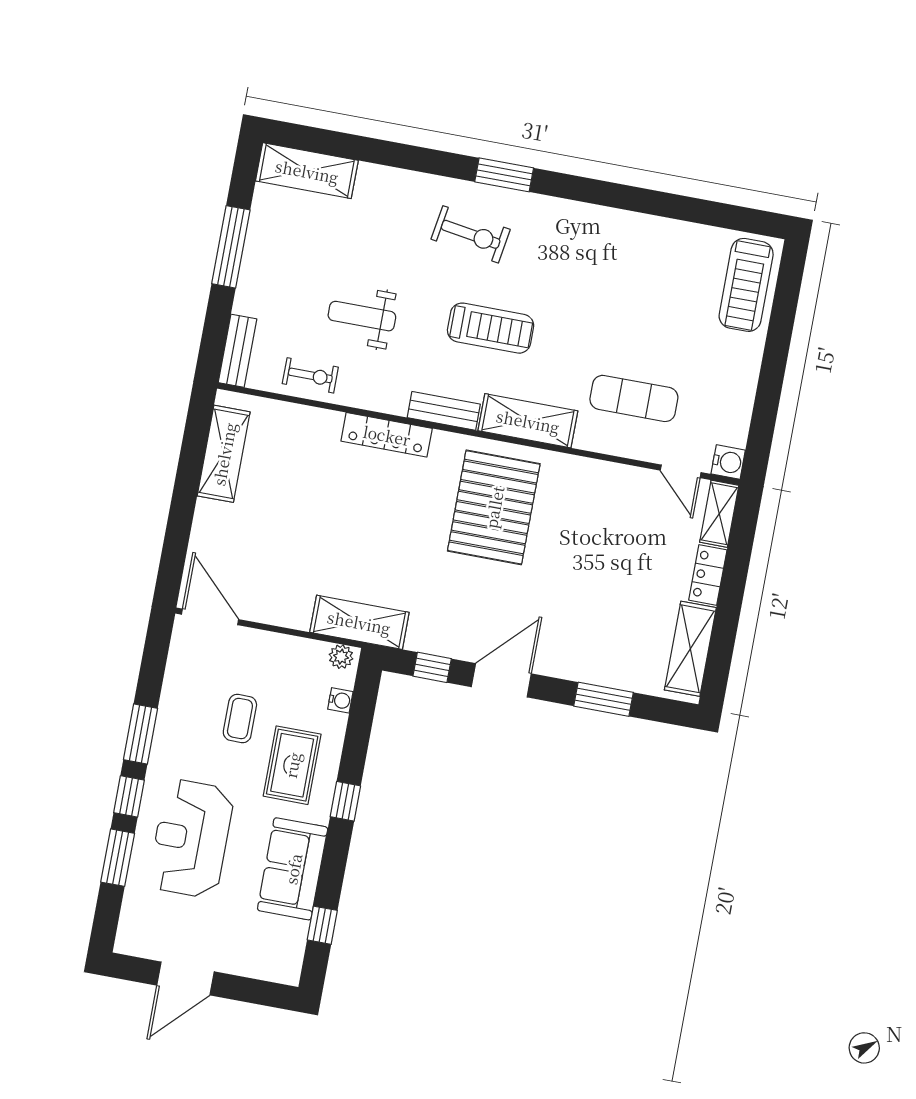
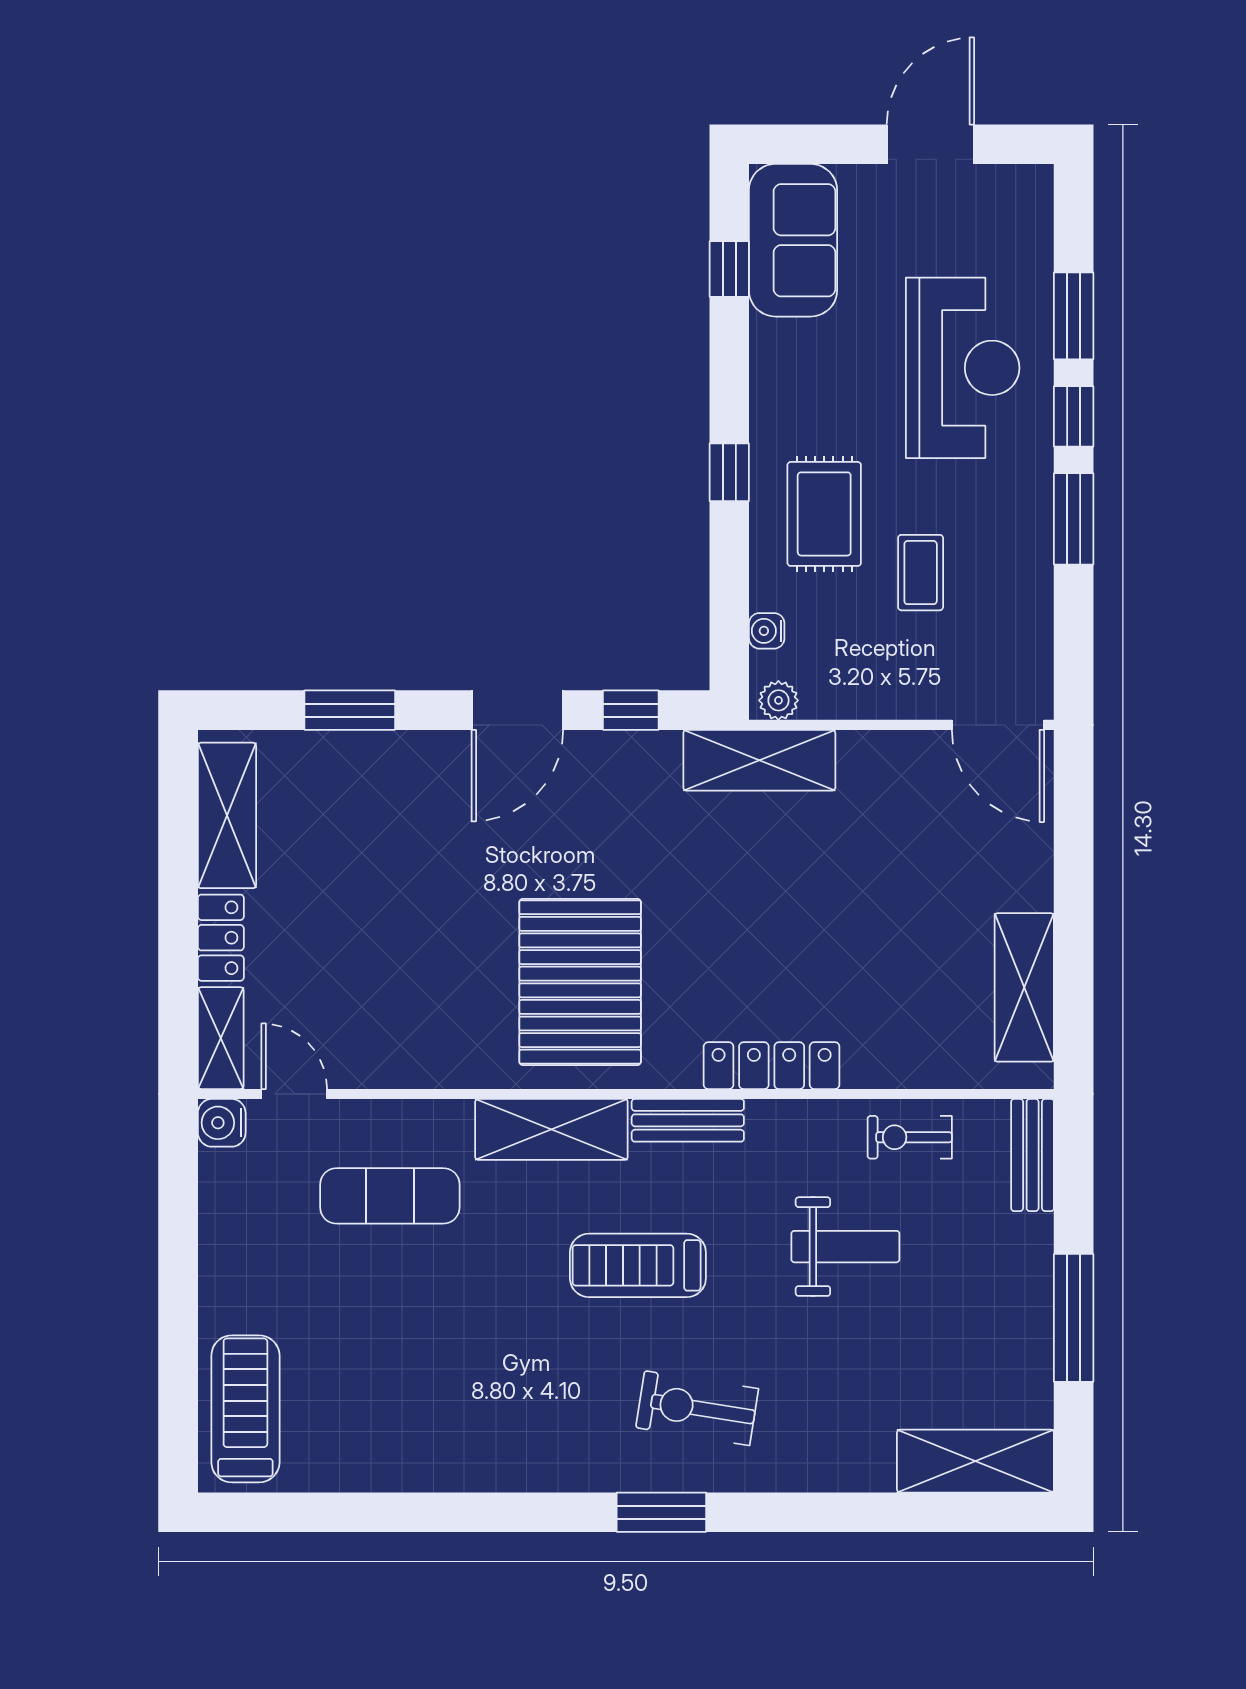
sofa: (293, 869) -> (793, 240), moved

